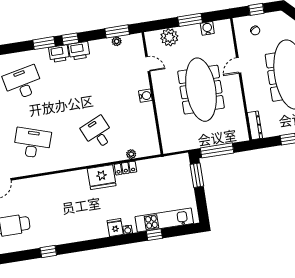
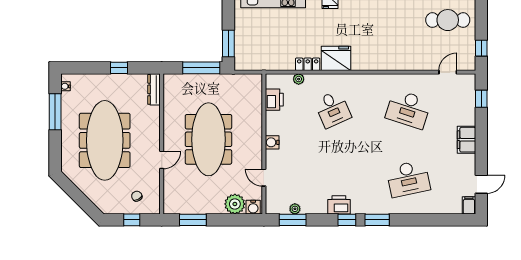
window: (190, 20) -> (193, 220), moved
water cooler: (207, 28) -> (253, 207), moved
printer: (59, 54) -> (274, 100), moved, turned 90

